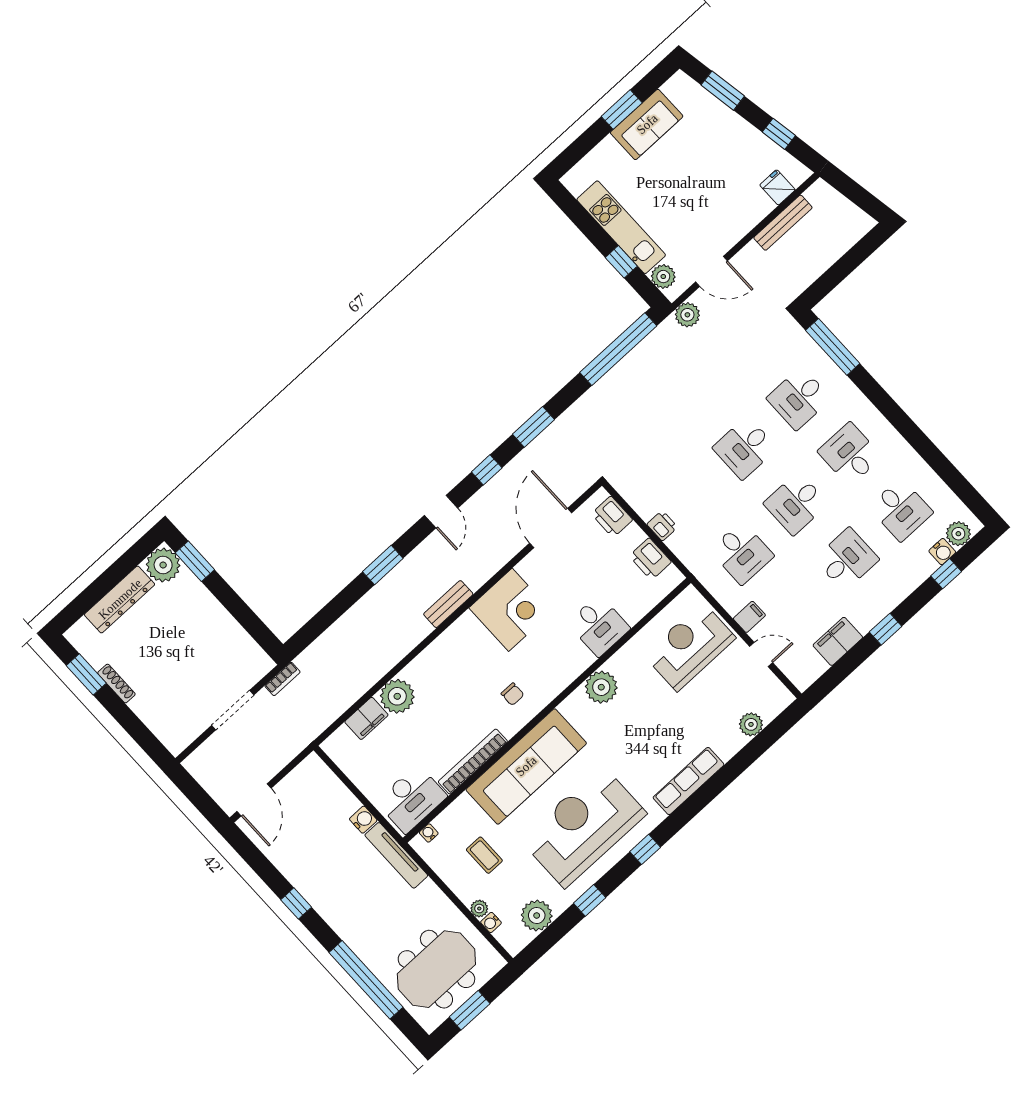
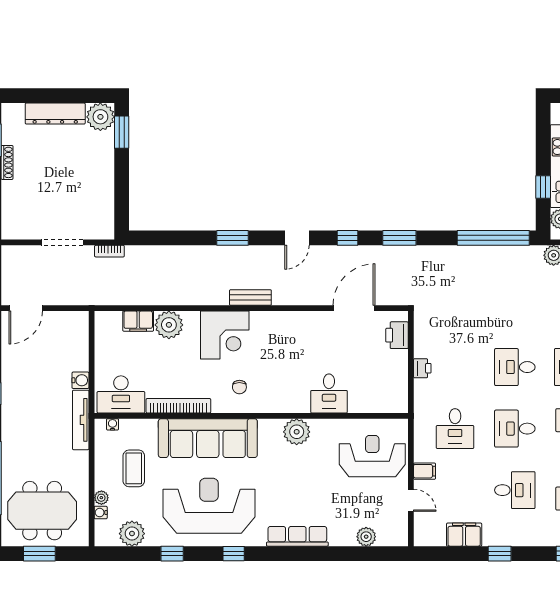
printer: (650, 559) -> (397, 382), removed
corner desk: (510, 610) -> (225, 335), moved
coffee table: (484, 855) -> (134, 468), width x1.36, depth x1.30

